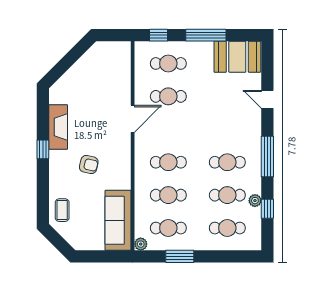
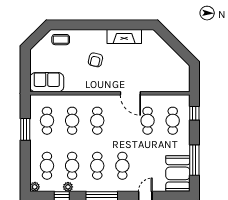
window: (206, 35) -> (194, 160), moved
cafe table: (227, 129) -> (122, 166), added
window: (43, 149) -> (107, 25), removed
sofa: (118, 220) -> (47, 82), width x0.73
plant: (141, 244) -> (35, 187), moved

